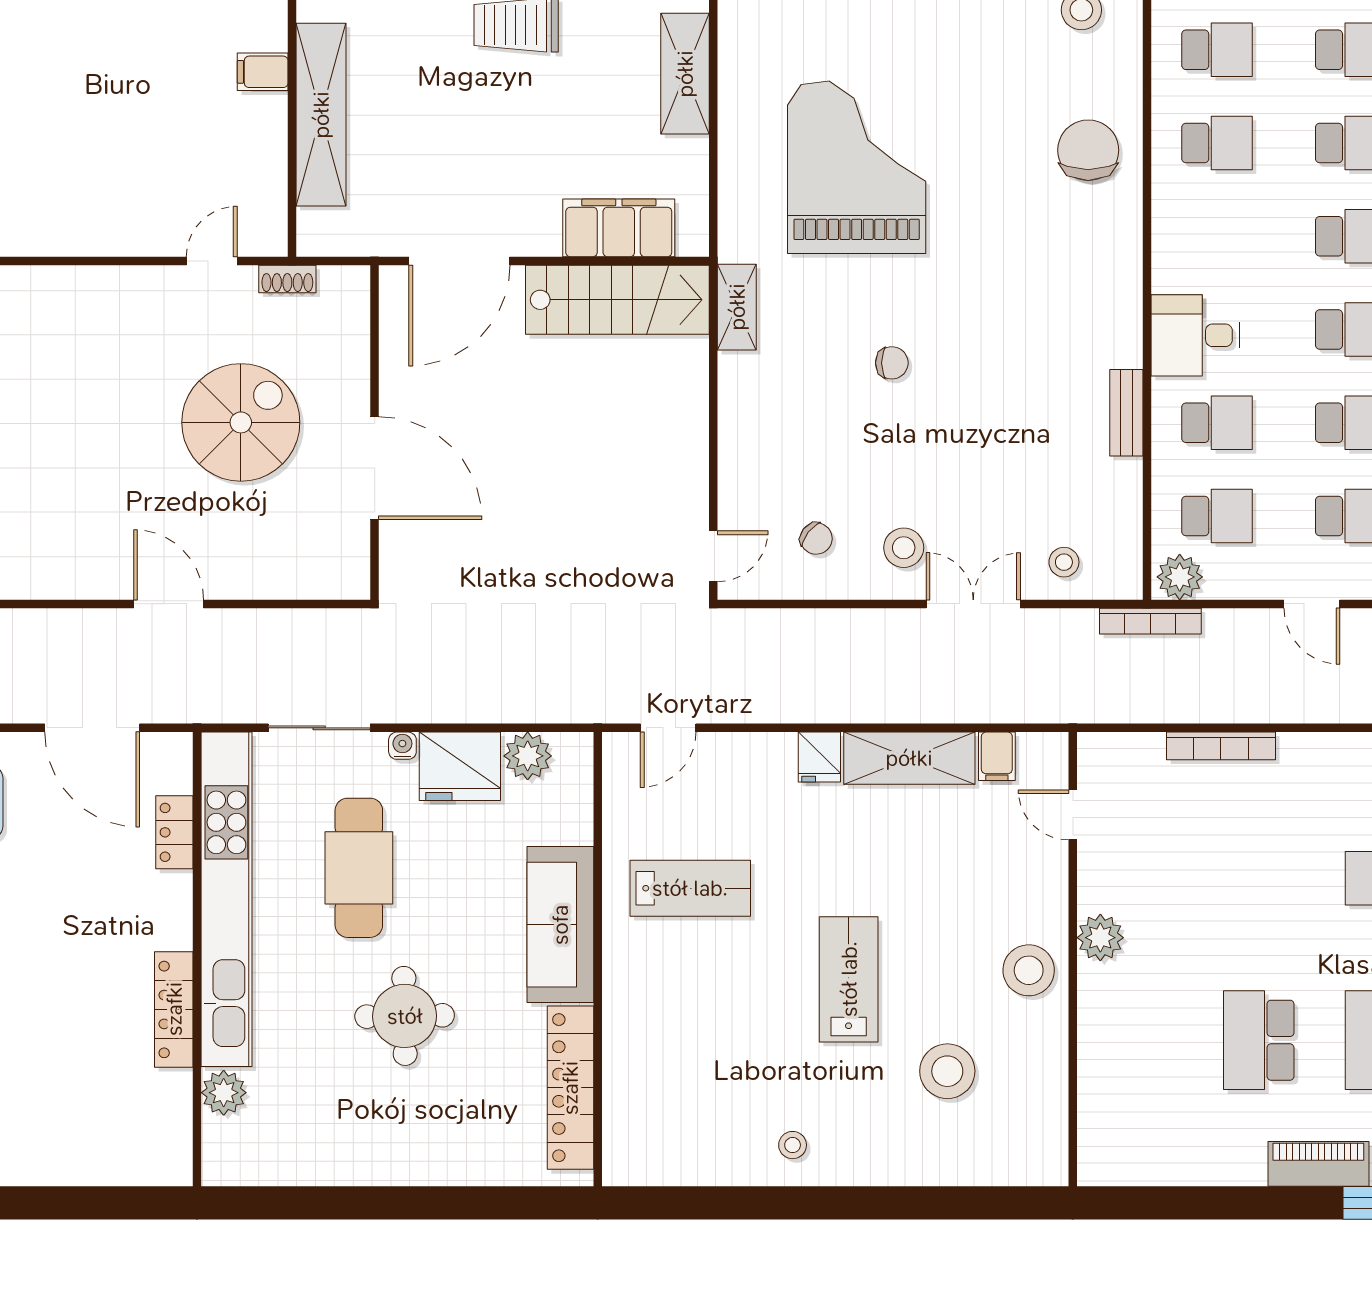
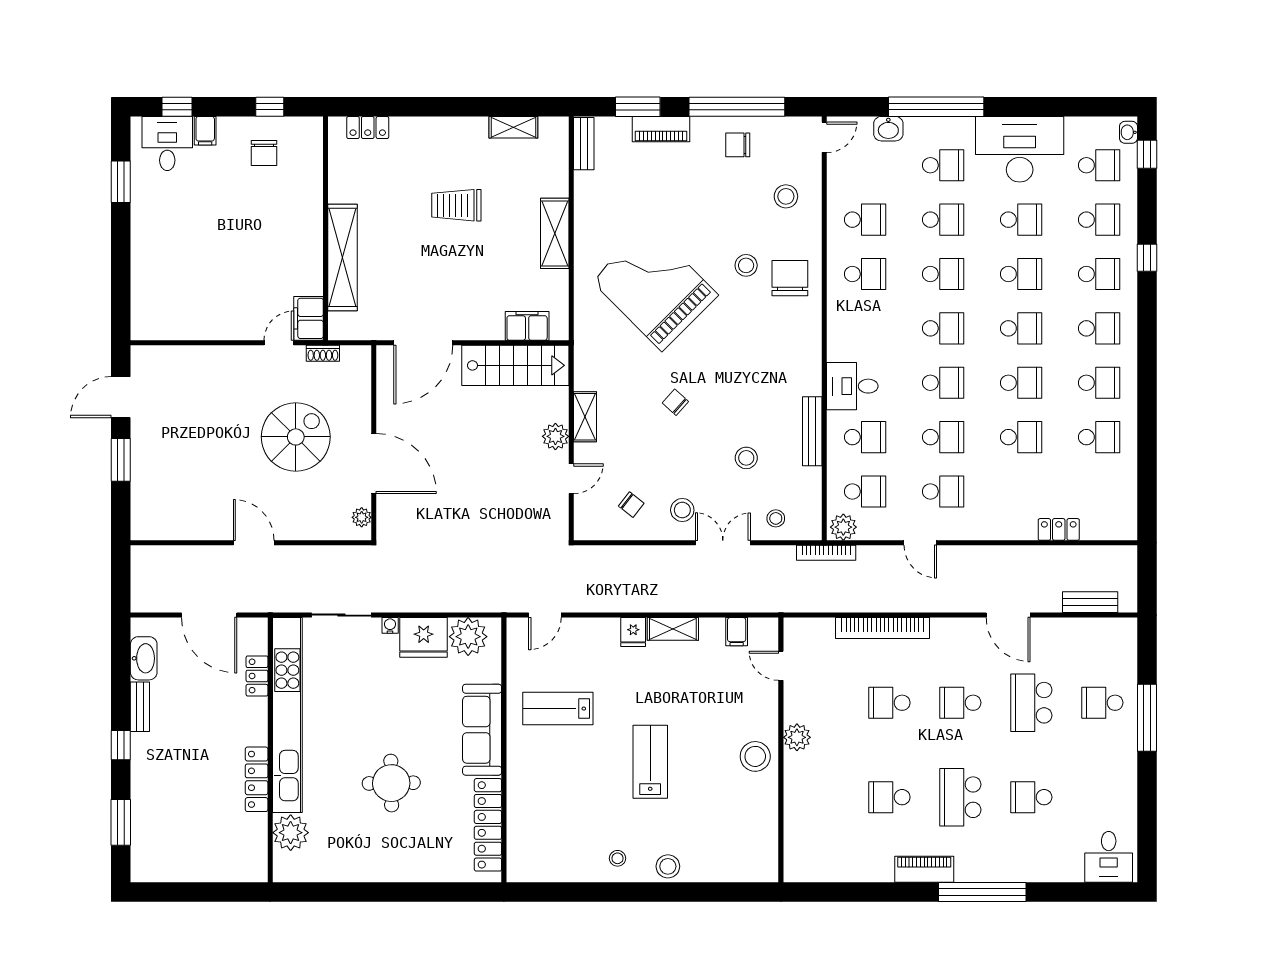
filing cabinet: (263, 72) -> (308, 318), moved, width x2.00
stool: (1013, 128) -> (746, 265), added
grand piano: (857, 167) -> (655, 288), turned -45
filing cabinet: (619, 228) -> (527, 326), width x0.67, depth x0.86
shelving: (737, 307) -> (585, 417), moved
chair: (892, 363) -> (675, 402), turned -138
bench: (1126, 413) -> (812, 431), width x1.36
plant: (686, 422) -> (555, 436), added
stool: (1013, 458) -> (746, 458), added
door: (713, 556) -> (571, 479), moved
plant: (354, 560) -> (362, 517), added
bookcase: (1221, 746) -> (883, 628), width x1.48, depth x1.31
plant: (528, 756) -> (468, 637), width x1.36, depth x1.36
shelving: (909, 758) -> (673, 629), width x0.67, depth x0.75
cafe table: (359, 868) -> (365, 697), removed
school desk: (1259, 878) -> (889, 703), added
lab bench: (690, 888) -> (558, 709), turned 180
school desk: (1259, 1040) -> (889, 797), width x0.54
stool: (947, 1071) -> (668, 866), moved, width x0.73, depth x0.73
plant: (224, 1093) -> (291, 833), width x1.36, depth x1.36

